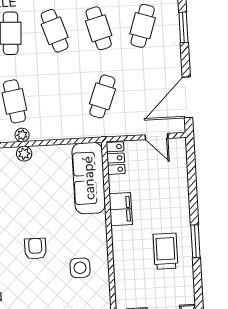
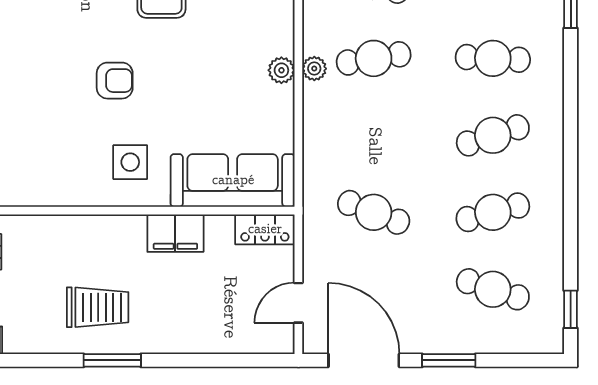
window: (183, 27) -> (449, 360), moved
side table: (80, 268) -> (130, 162), moved

